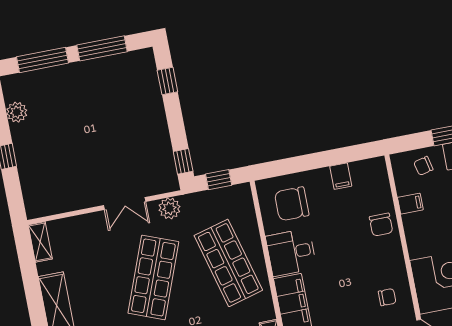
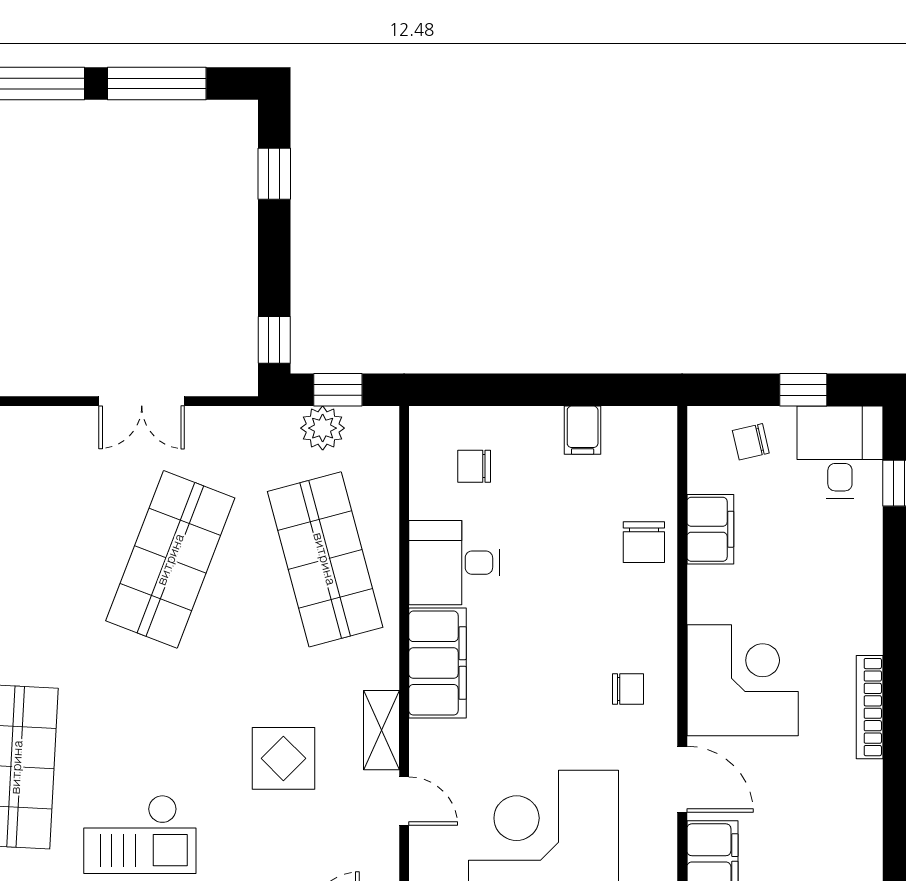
chair: (292, 204) -> (474, 466), width x0.54, depth x0.54
filing cabinet: (410, 204) -> (710, 529), width x2.00
plant: (169, 208) -> (323, 428), moved

